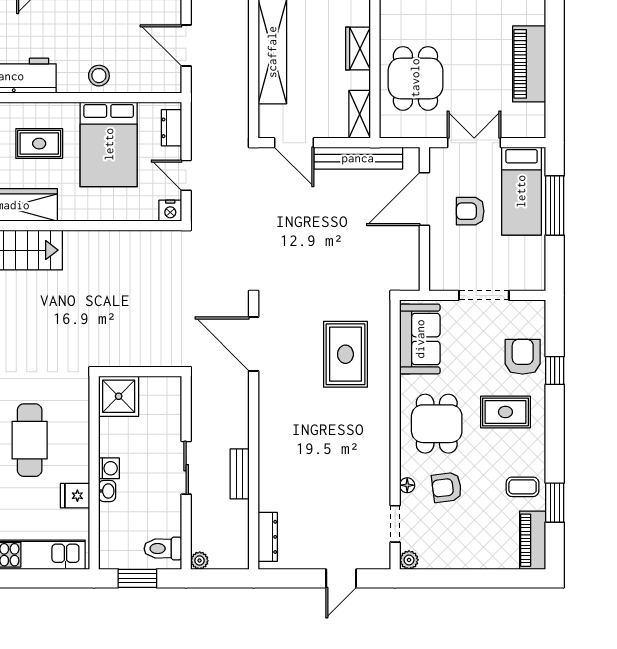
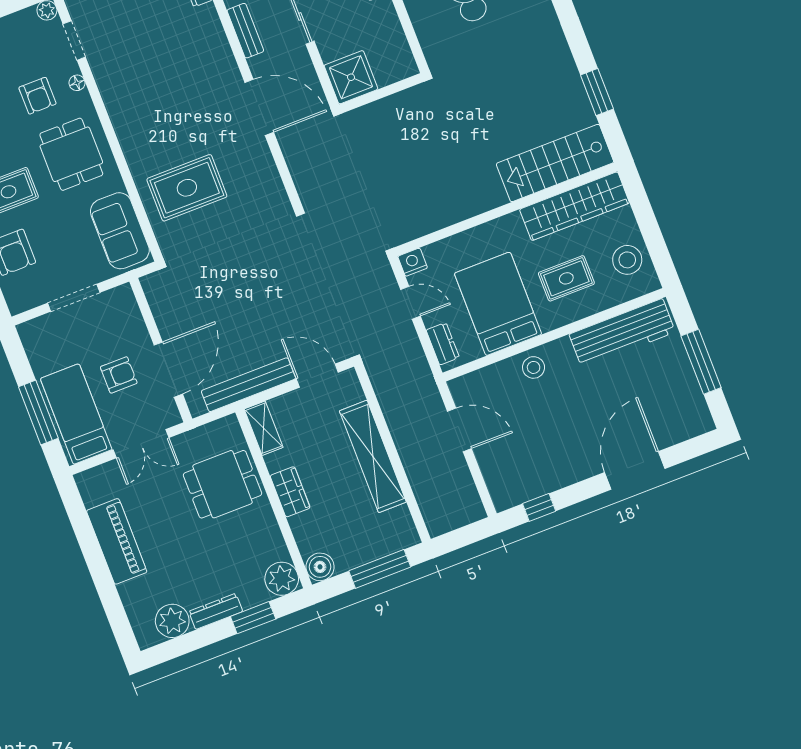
dining table: (415, 78) -> (223, 484), turned 90
door: (254, 344) -> (259, 107), moved
rug: (345, 354) -> (187, 188), turned 90
shower: (119, 396) -> (351, 77), moved
armchair: (447, 487) -> (37, 96), turned 97

